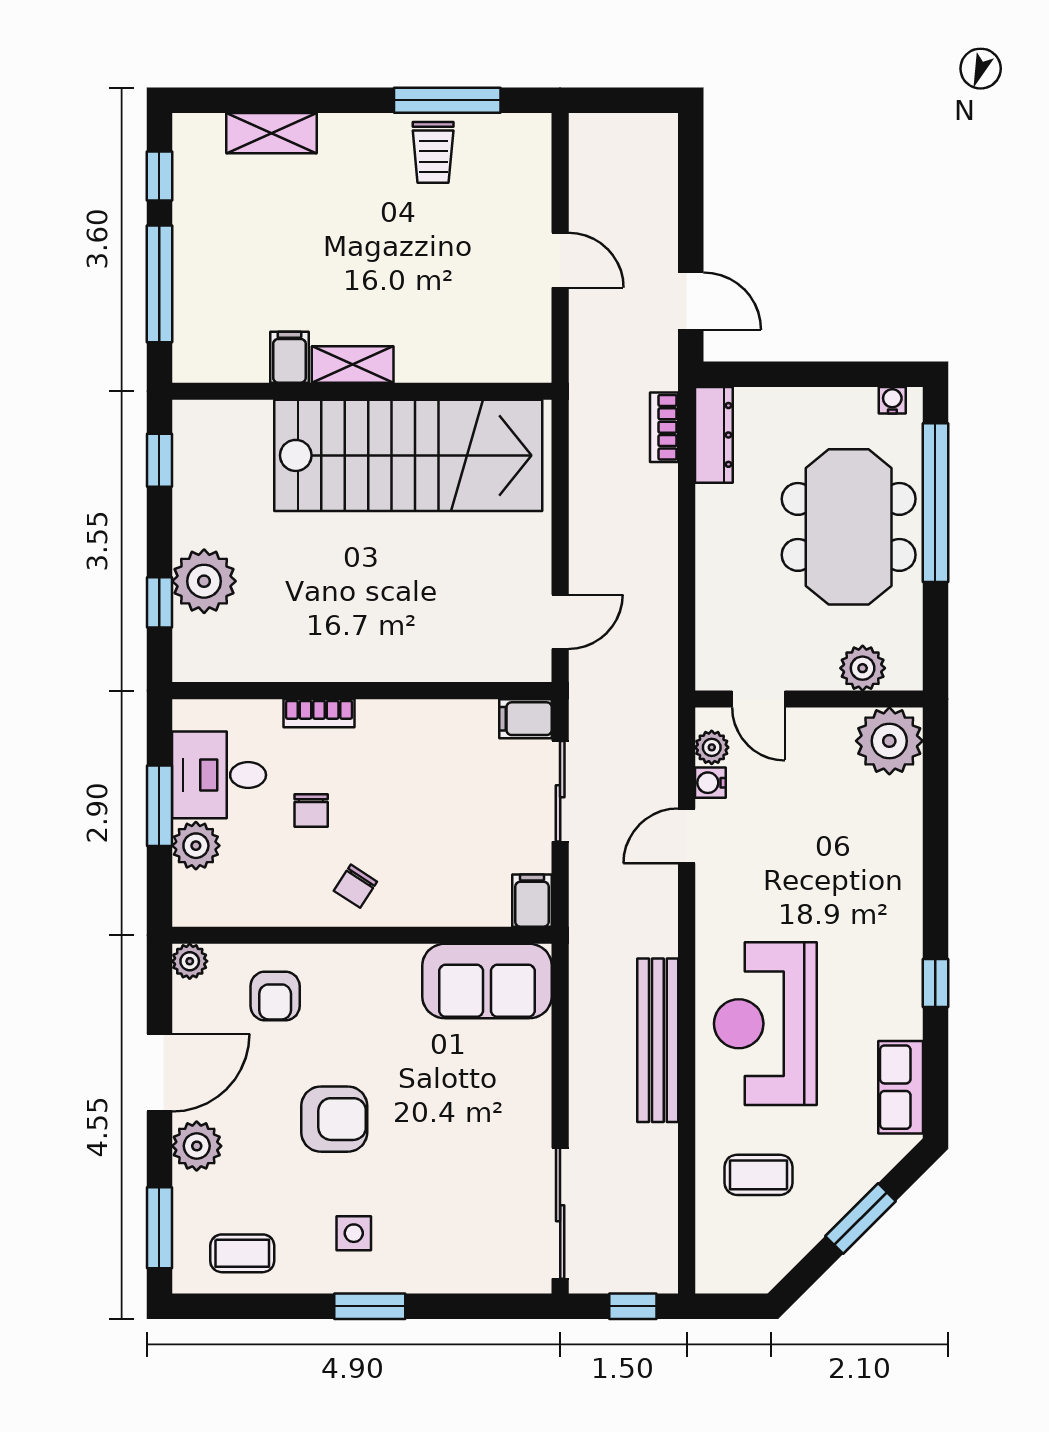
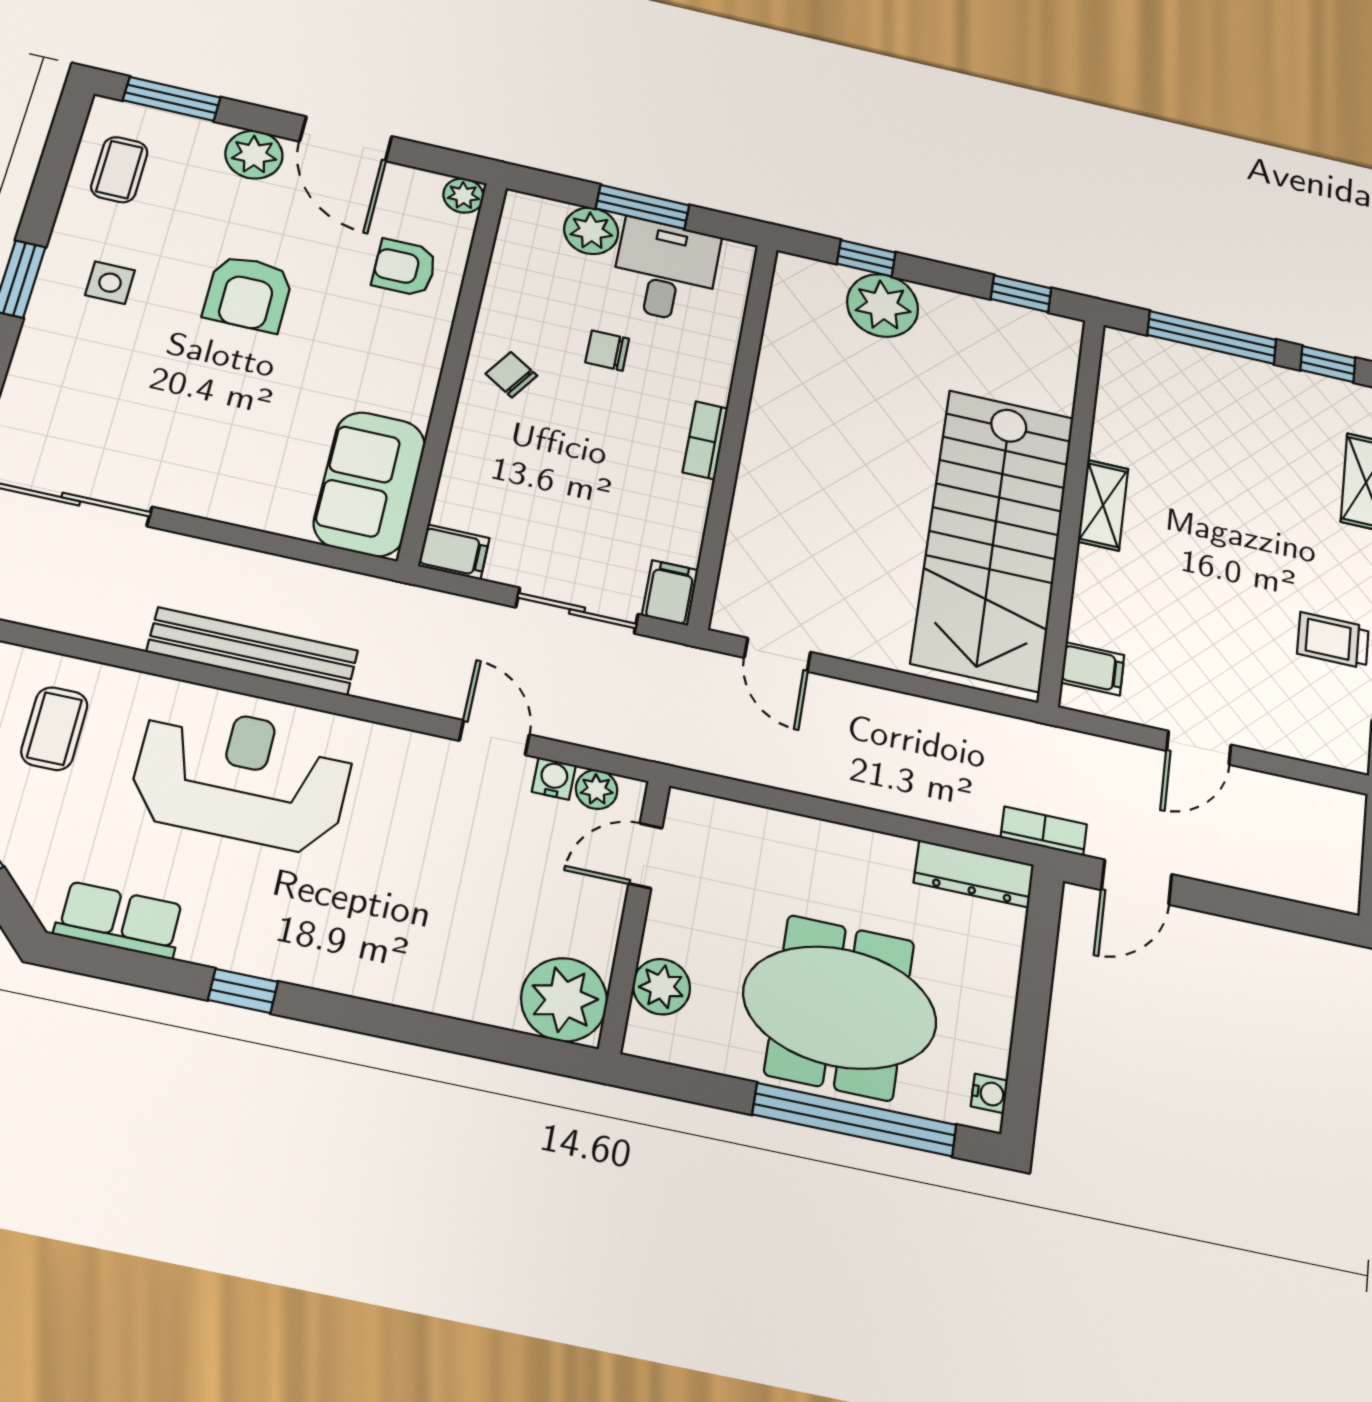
filing cabinet: (289, 357) -> (1093, 669), moved
bookcase: (664, 427) -> (1044, 831), moved
bookcase: (319, 713) -> (705, 440), moved

